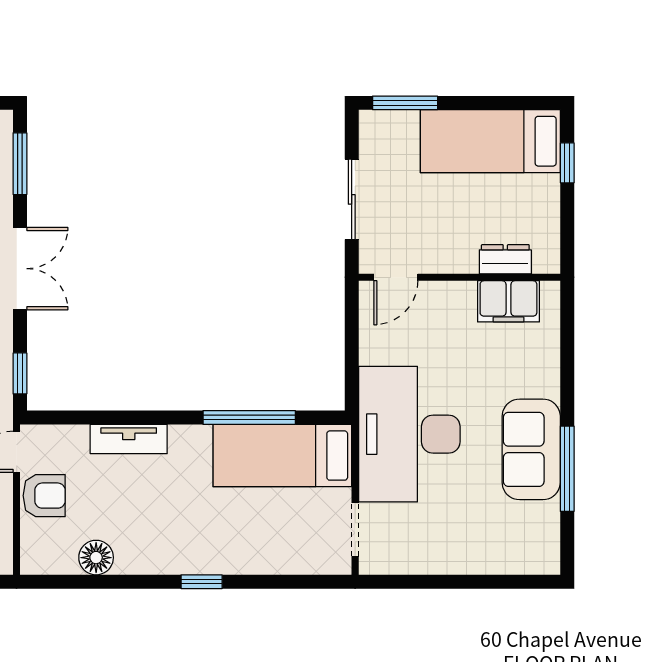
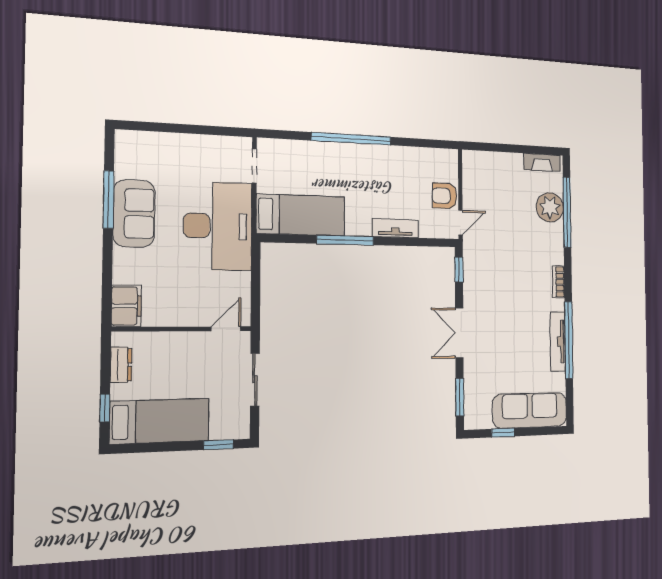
window: (405, 103) -> (218, 445), width x0.67
dresser: (505, 259) -> (121, 365), moved, turned -90
filing cabinet: (508, 301) -> (126, 306), moved, turned 90
window: (249, 418) -> (345, 240), moved
floor lamp: (96, 558) -> (414, 157), removed
window: (202, 582) -> (351, 139), width x3.17

